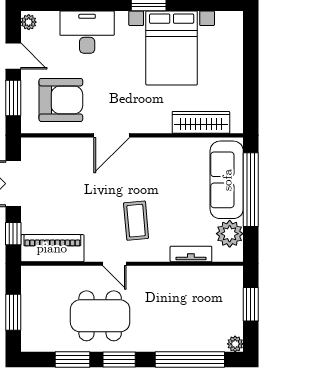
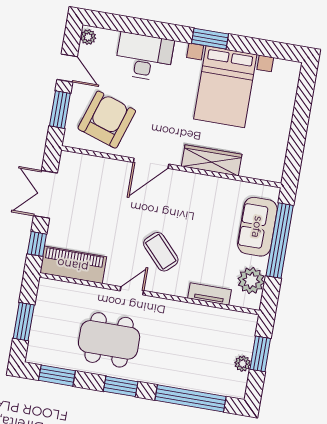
armchair: (61, 100) -> (107, 120), turned -72
wardrobe: (201, 122) -> (212, 160), moved
sofa: (227, 180) -> (257, 227), width x0.73
coffee table: (136, 221) -> (161, 252), turned -38
door: (114, 264) -> (132, 291), swing flipped
plant: (235, 344) -> (243, 364), moved
window: (73, 360) -> (57, 376), moved

